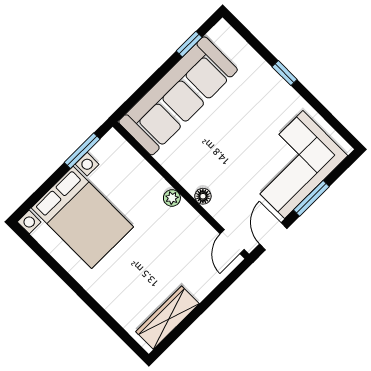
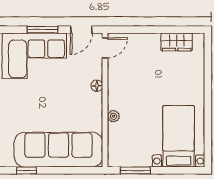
plant: (172, 198) -> (114, 116), moved
bed with nightstands: (82, 217) -> (179, 136), width x0.73
wardrobe: (167, 318) -> (177, 42), width x0.67

